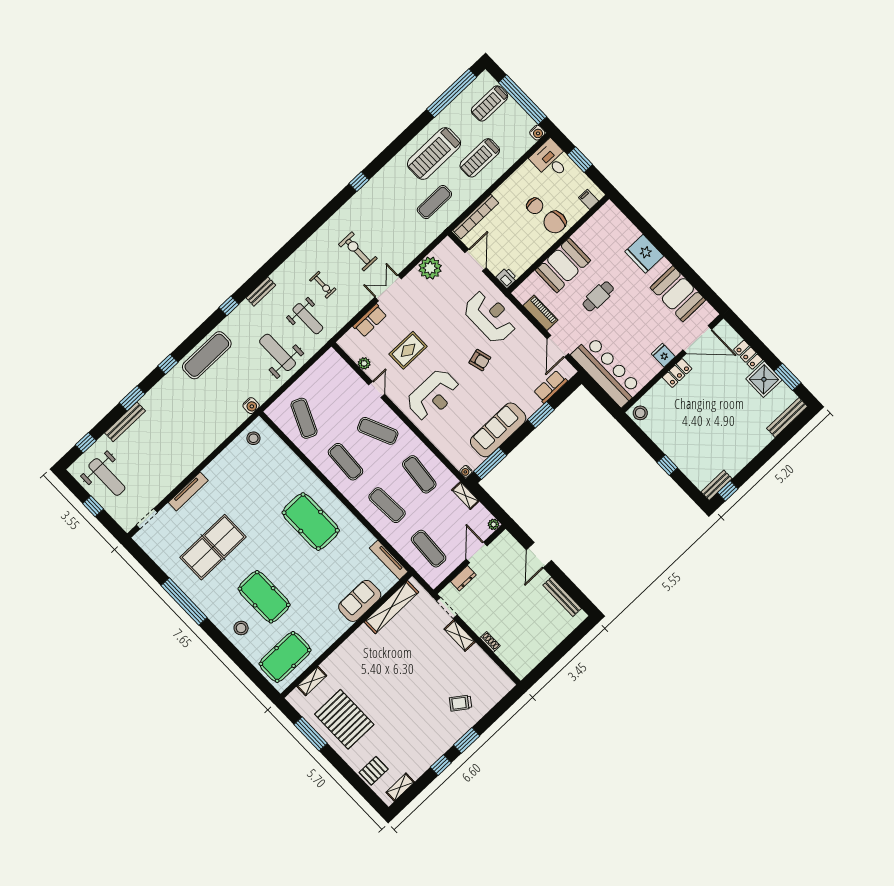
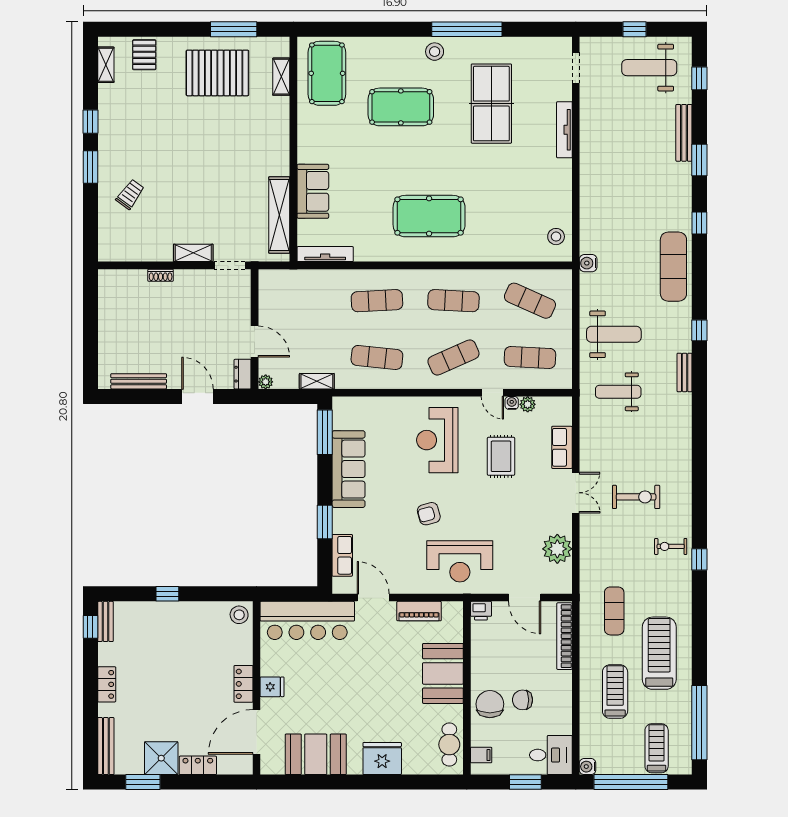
exercise bike: (323, 285) -> (671, 546), moved
cafe table: (598, 296) -> (449, 745), moved
locker: (752, 450) -> (107, 684), added
water cooler: (466, 471) -> (512, 403), moved
exercise mat: (429, 549) -> (530, 357), moved
dresser: (463, 578) -> (243, 374), moved
stool: (241, 628) -> (435, 52), moved

